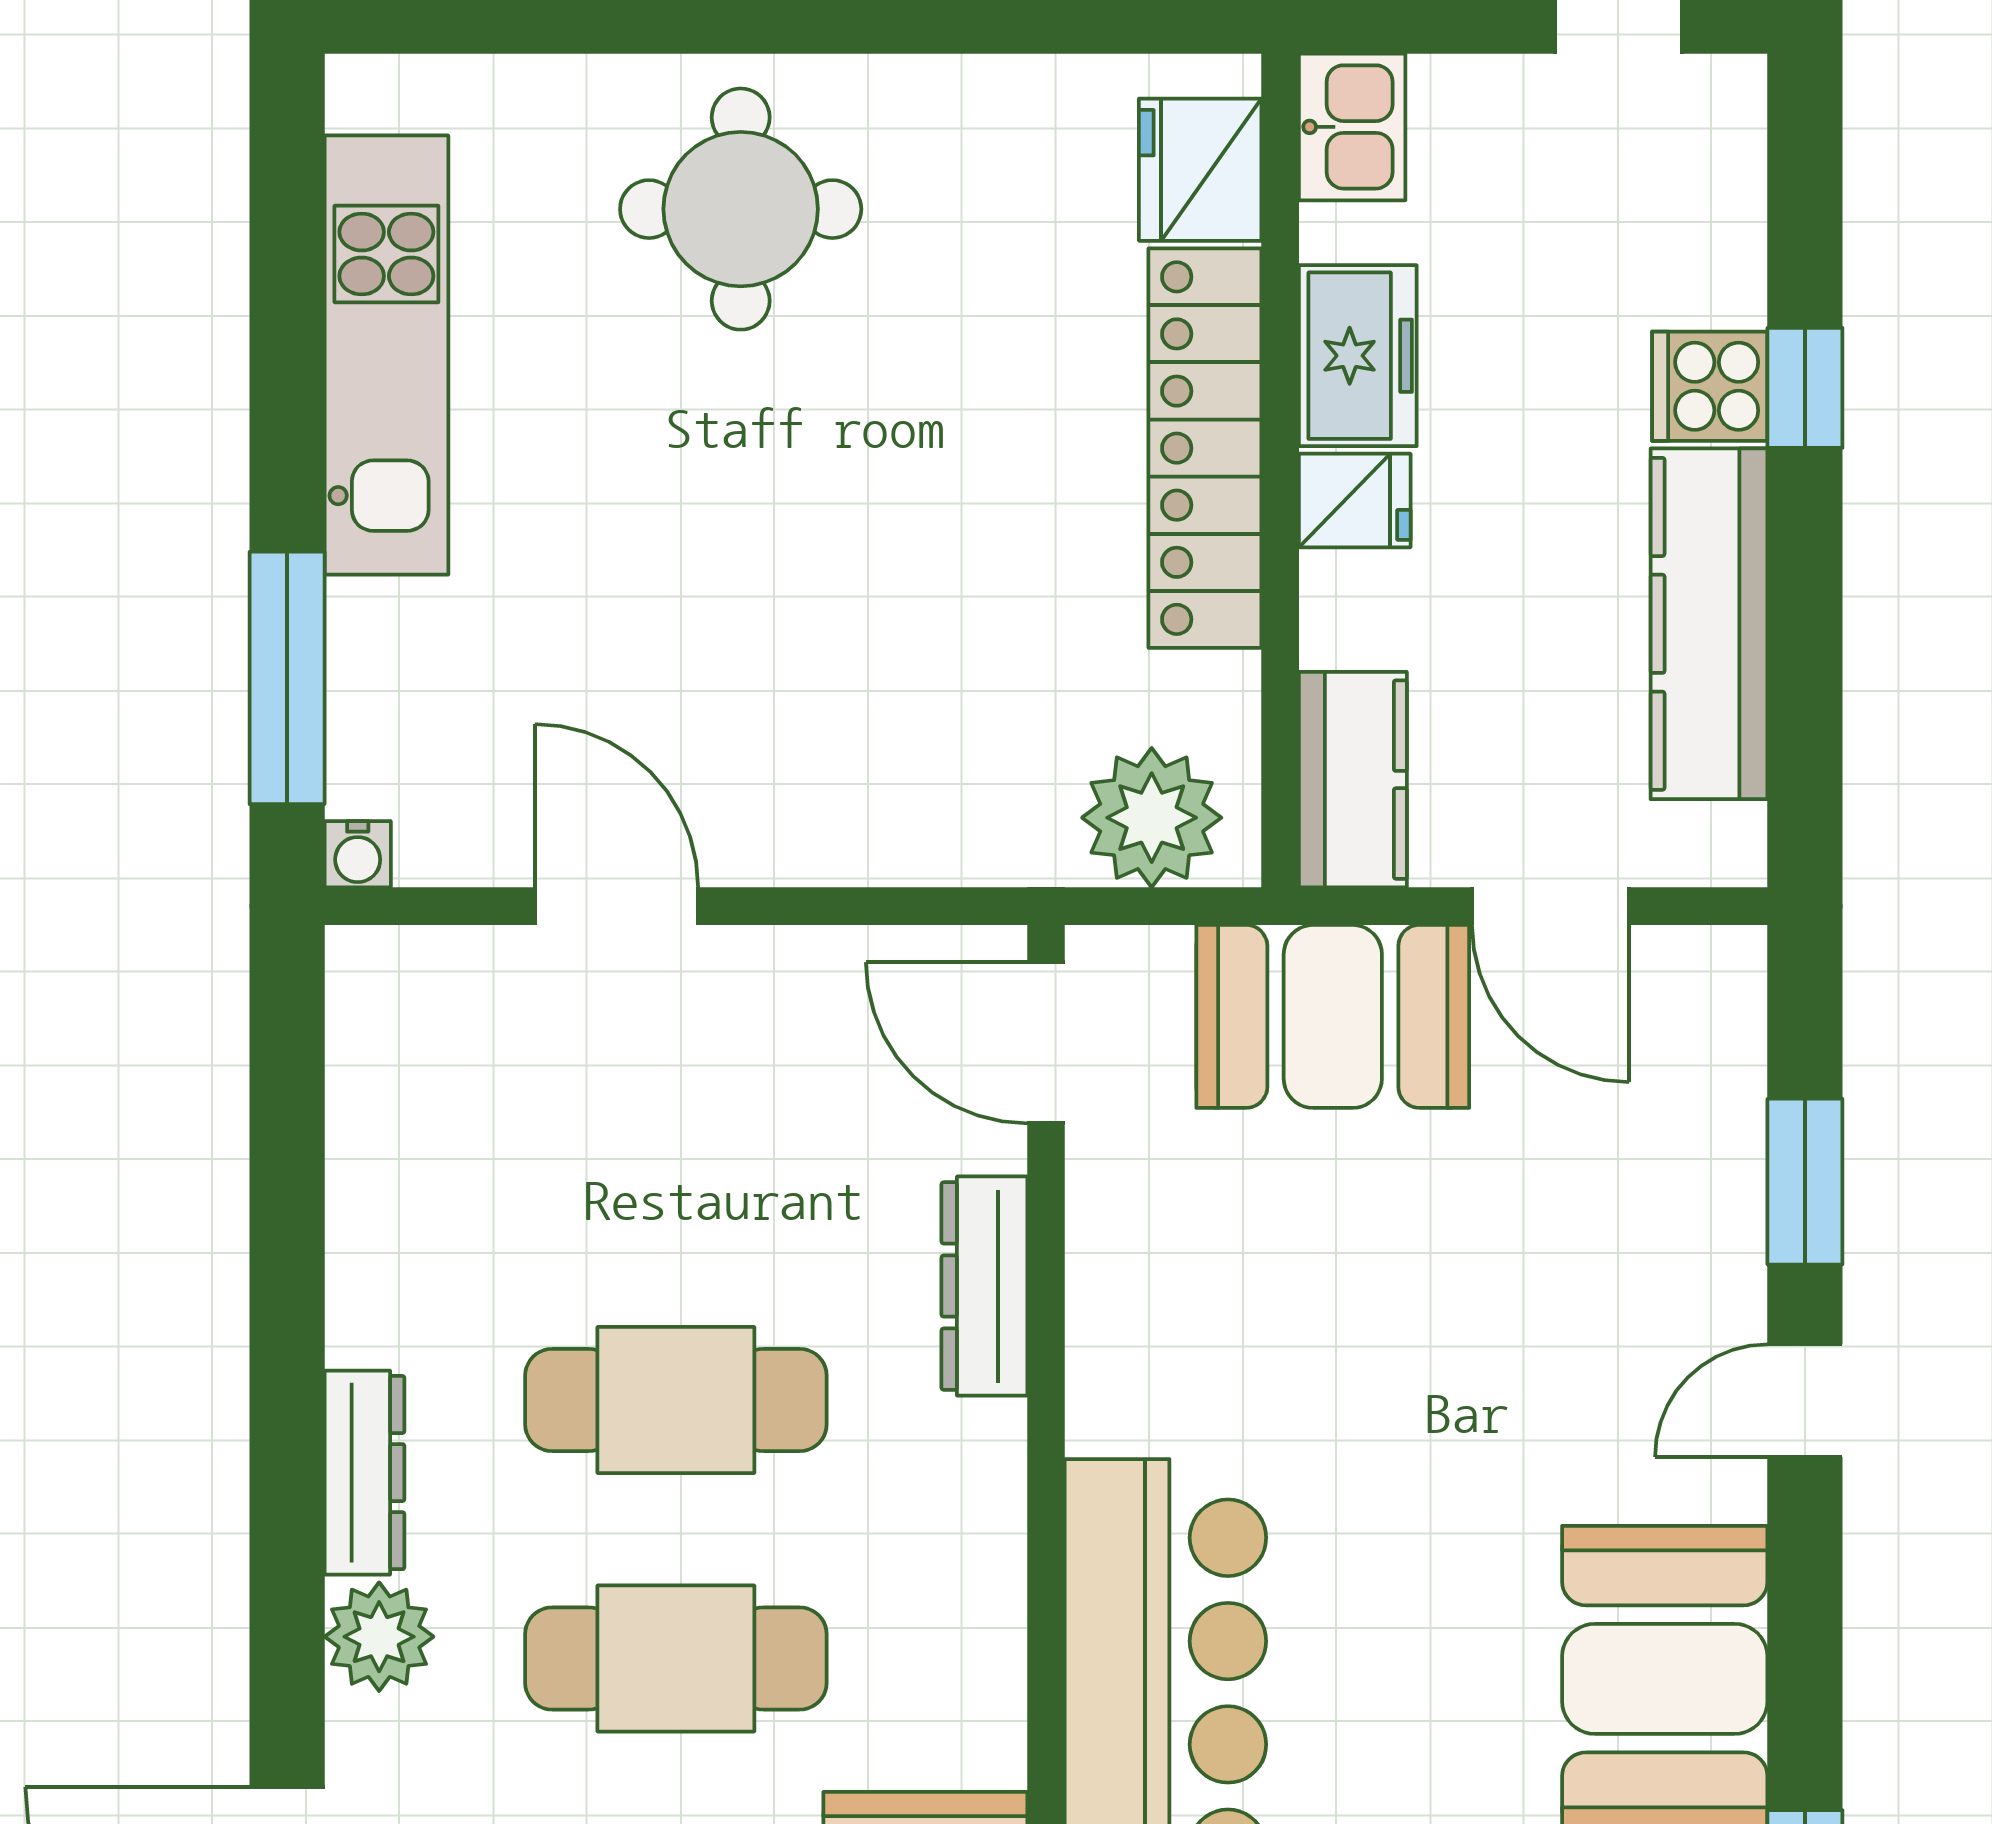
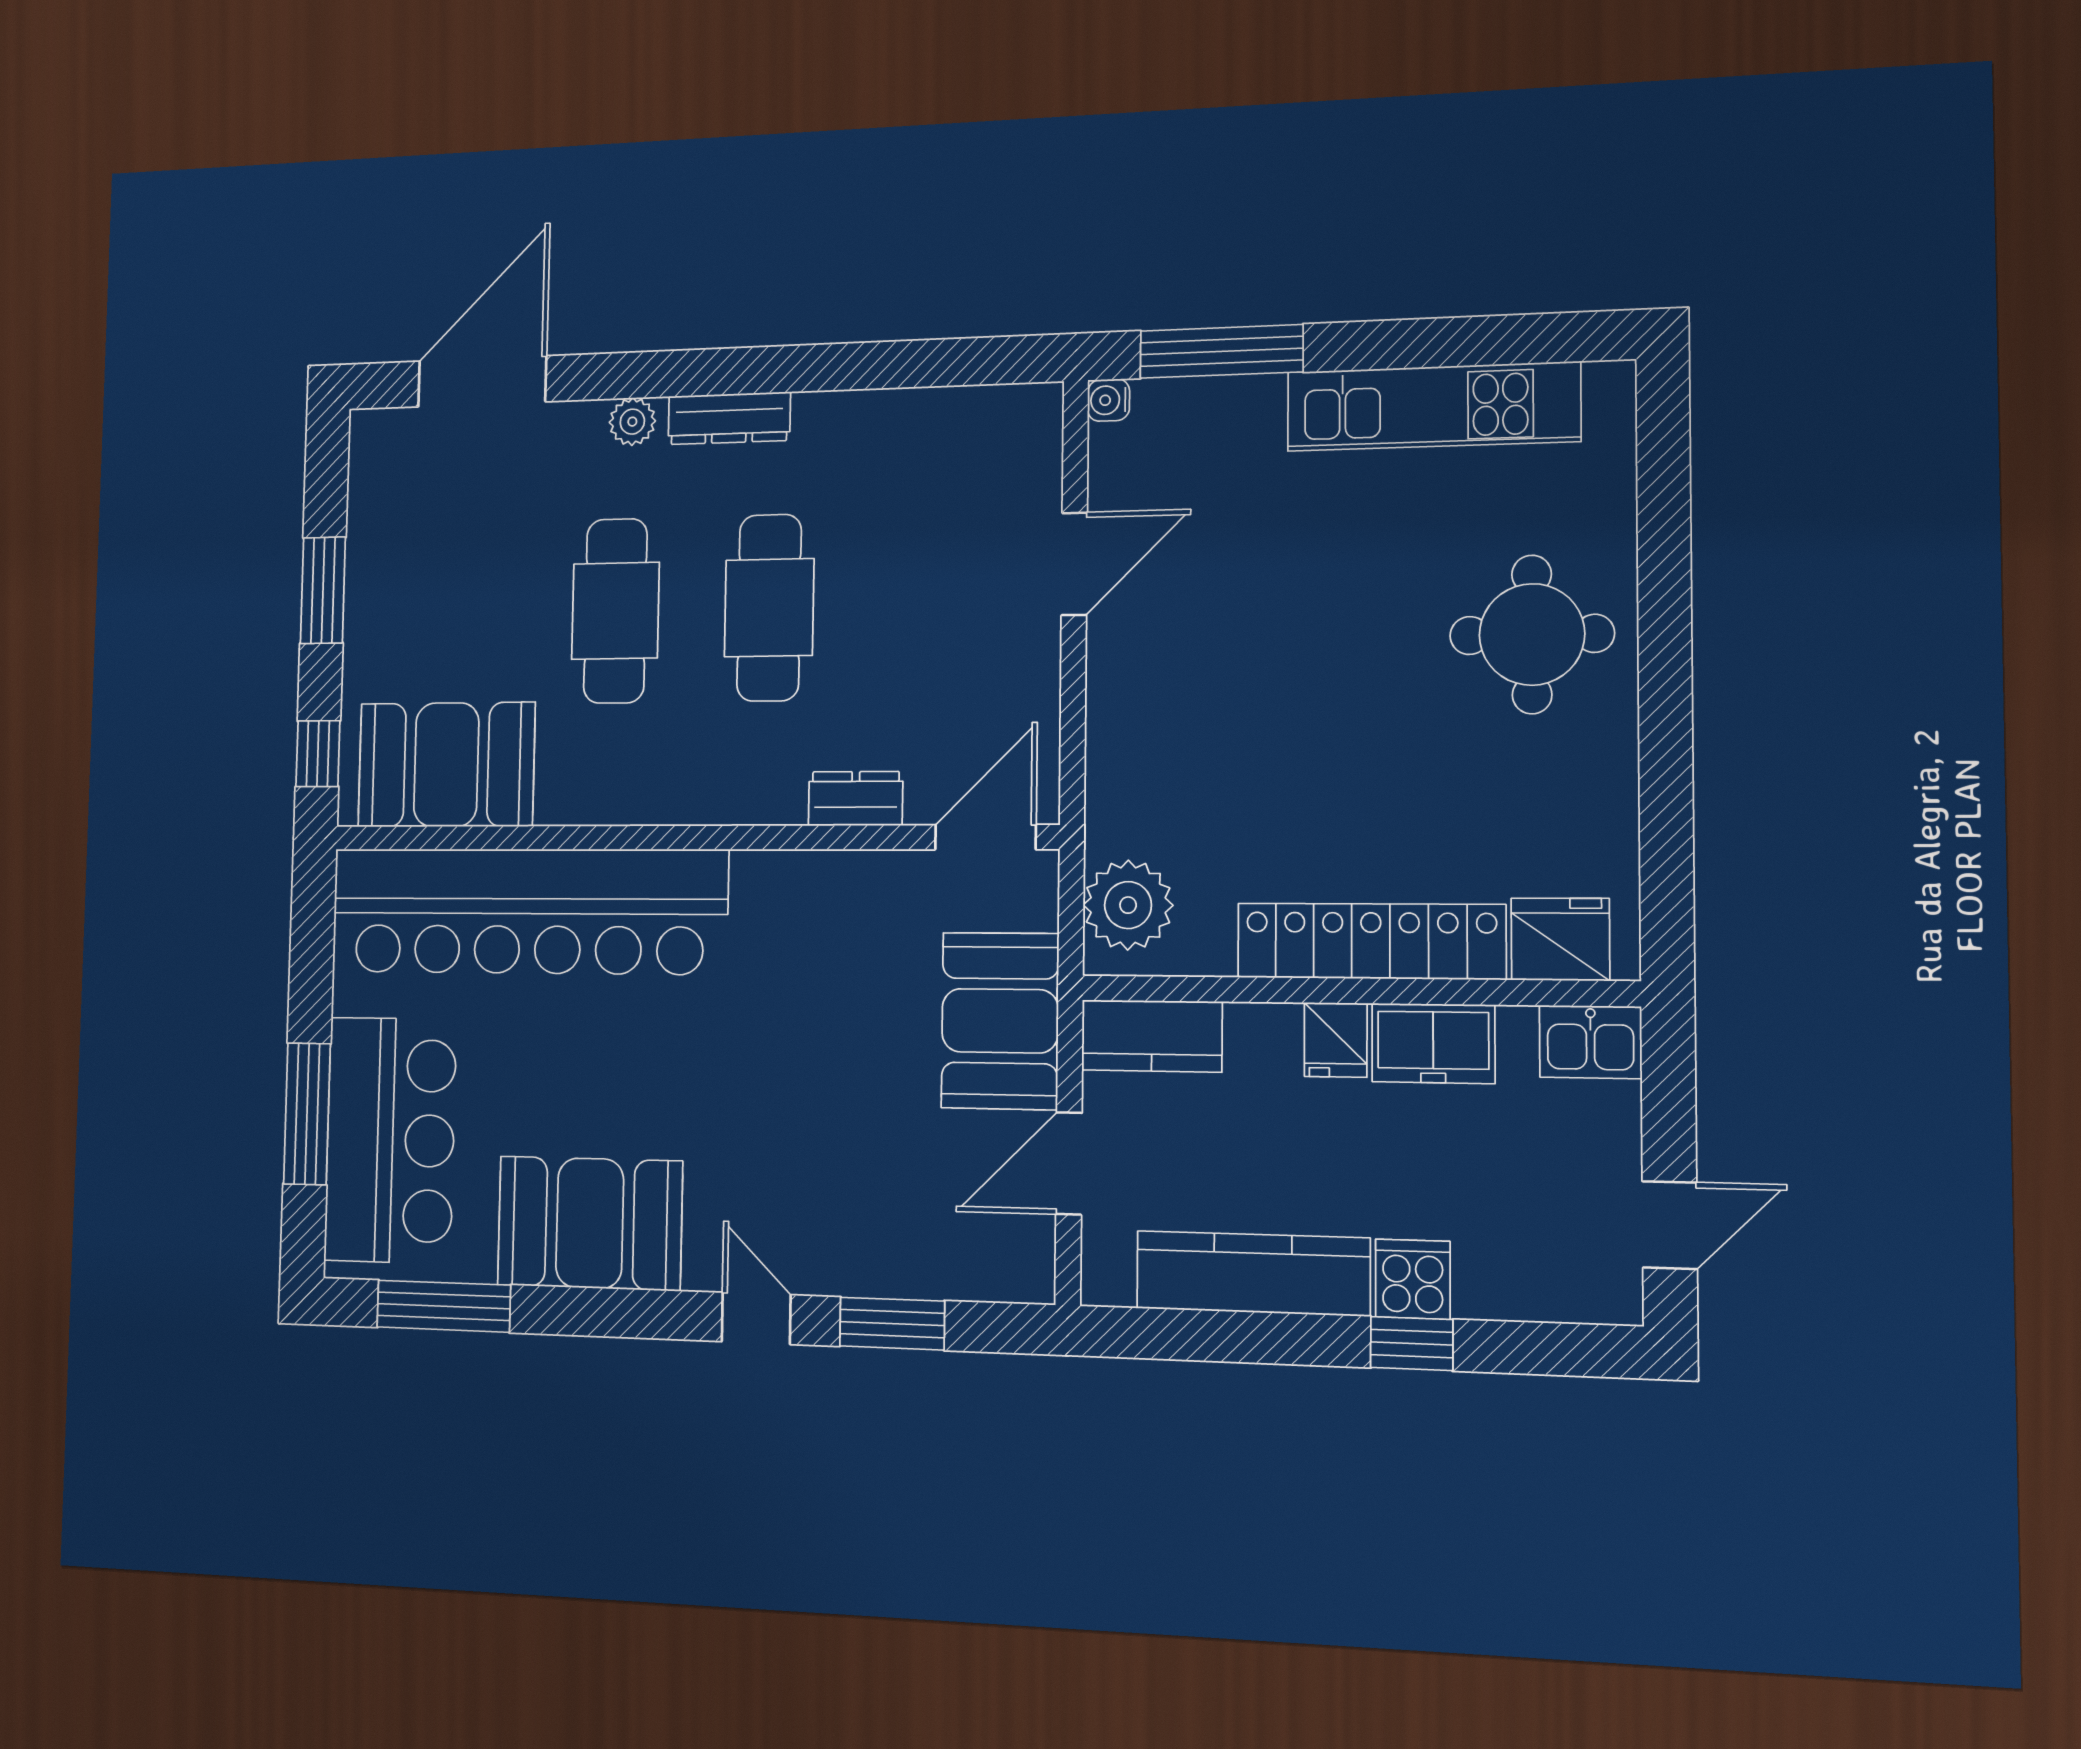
dresser: (984, 1286) -> (856, 799), width x0.70
plant: (379, 1637) -> (632, 422), width x0.73, depth x0.73

